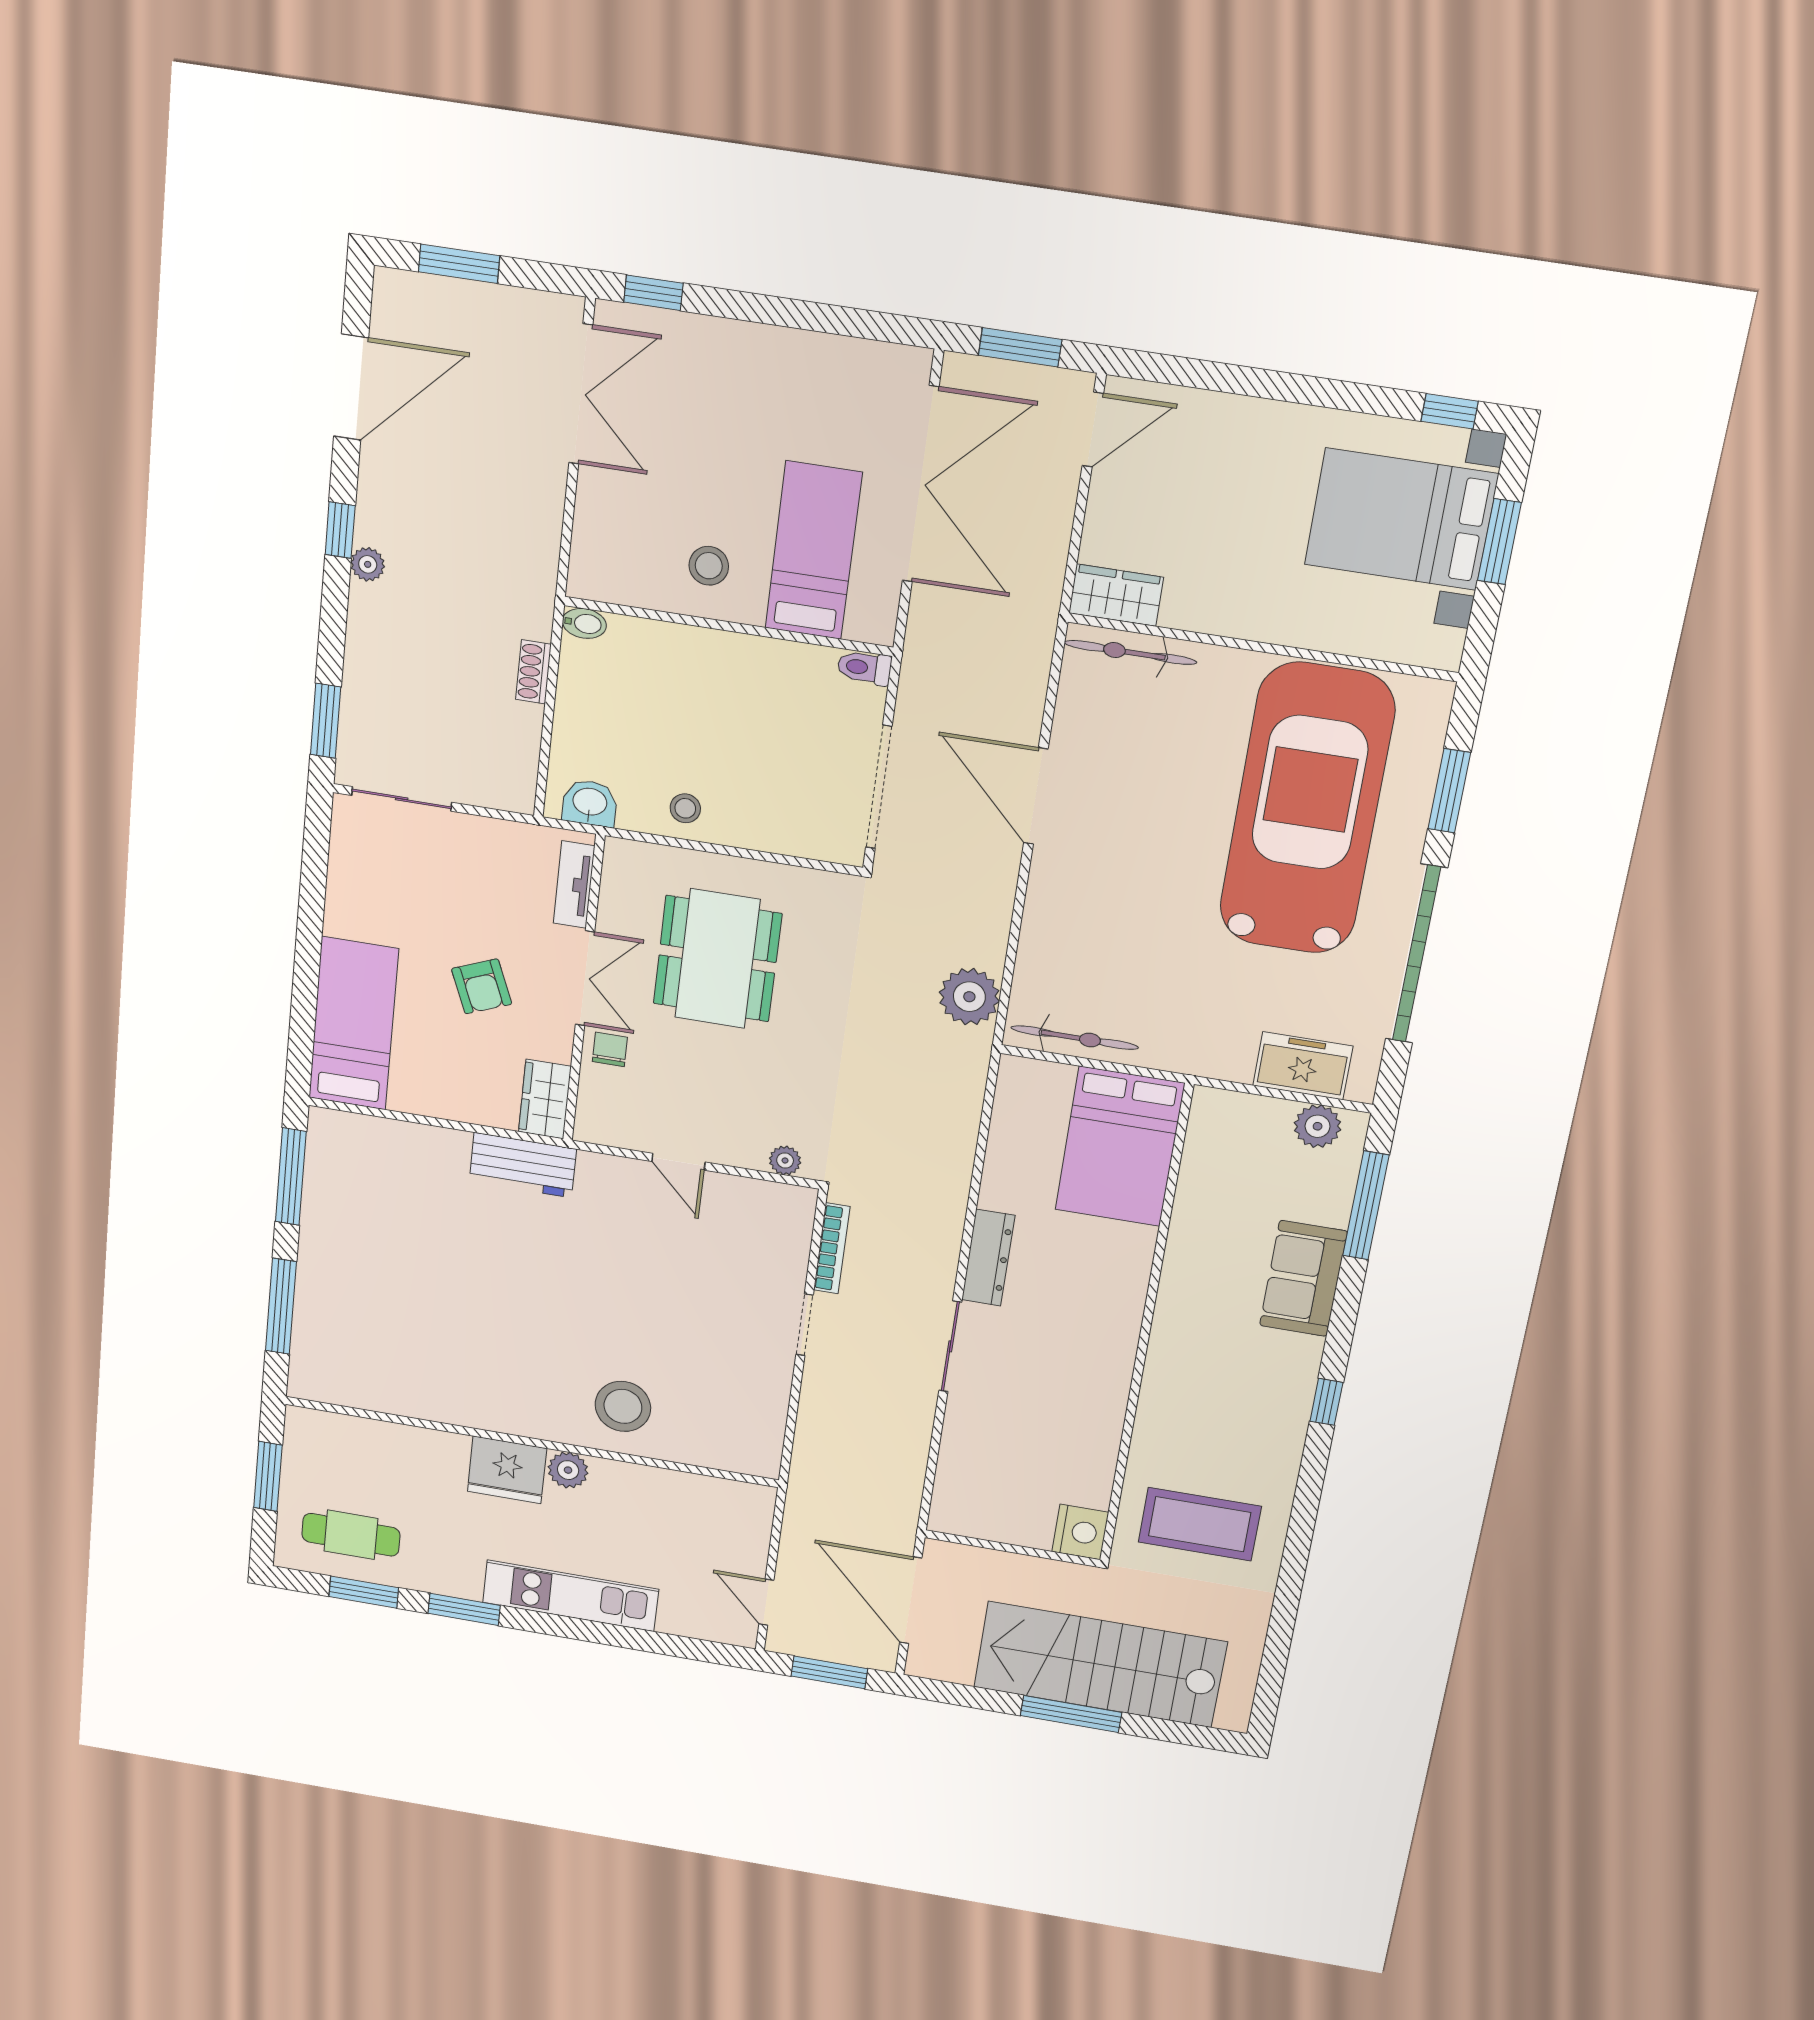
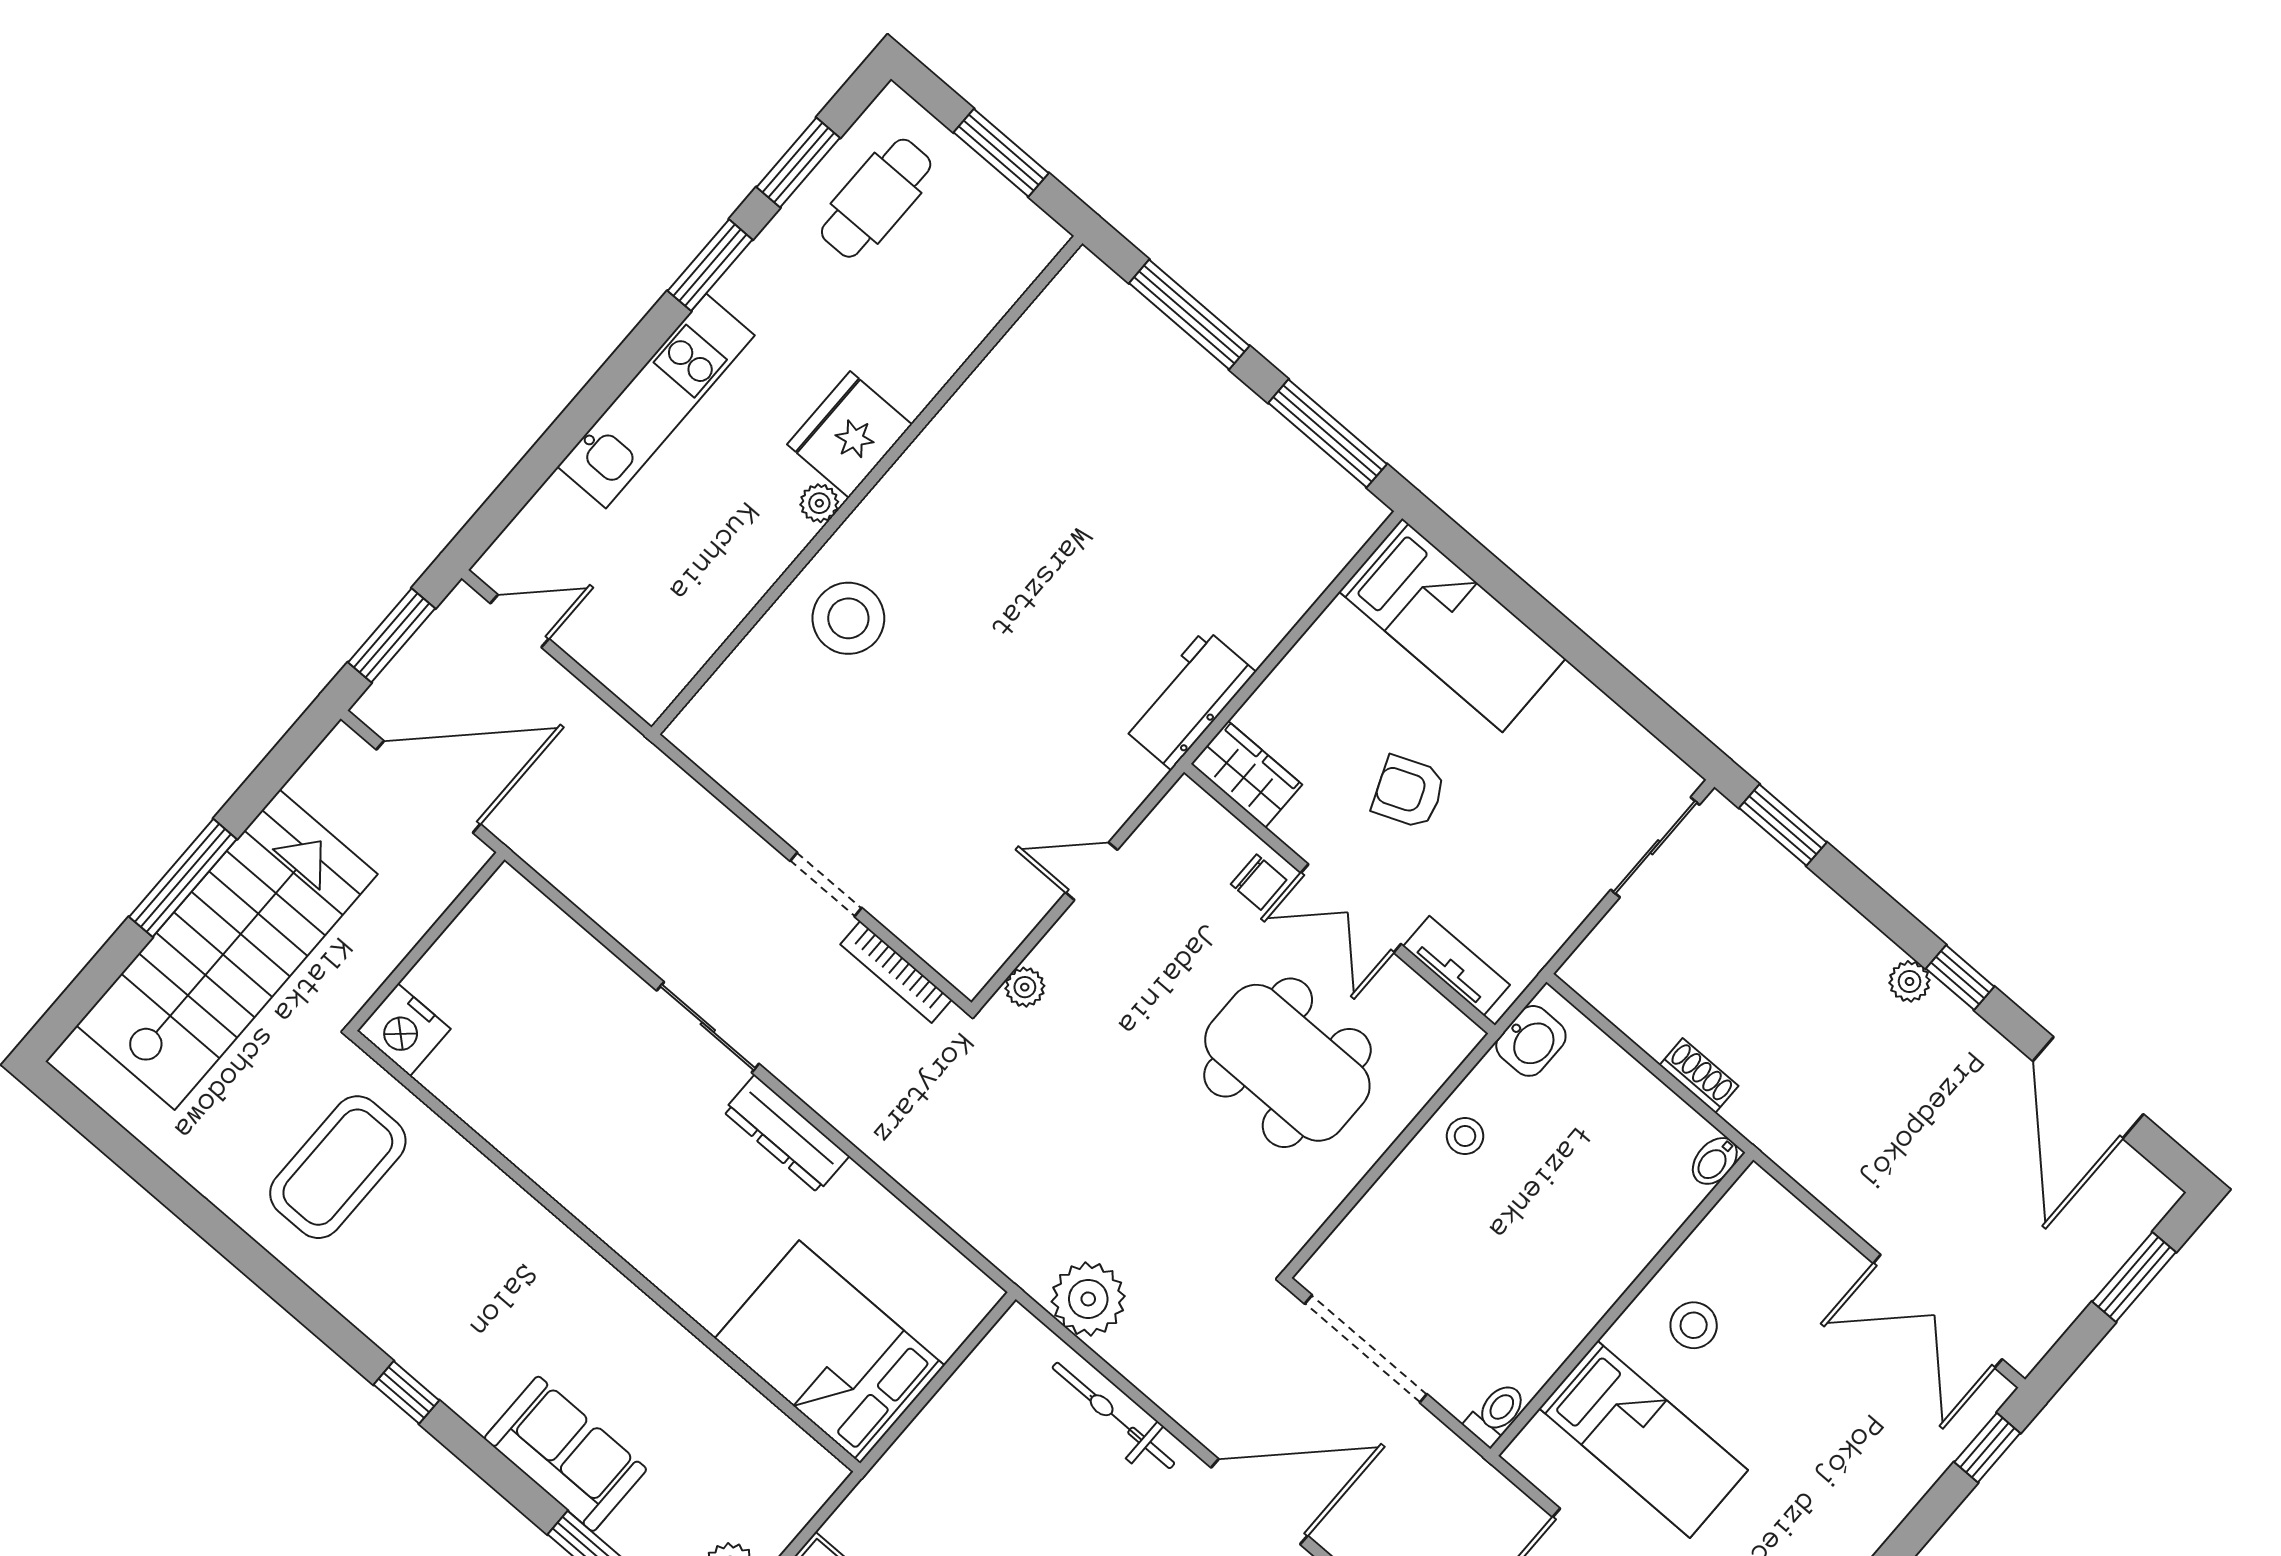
bicycle: (1075, 1038) -> (1113, 1415), moved, turned 90
plant: (568, 1470) -> (819, 503), width x0.73, depth x0.73

